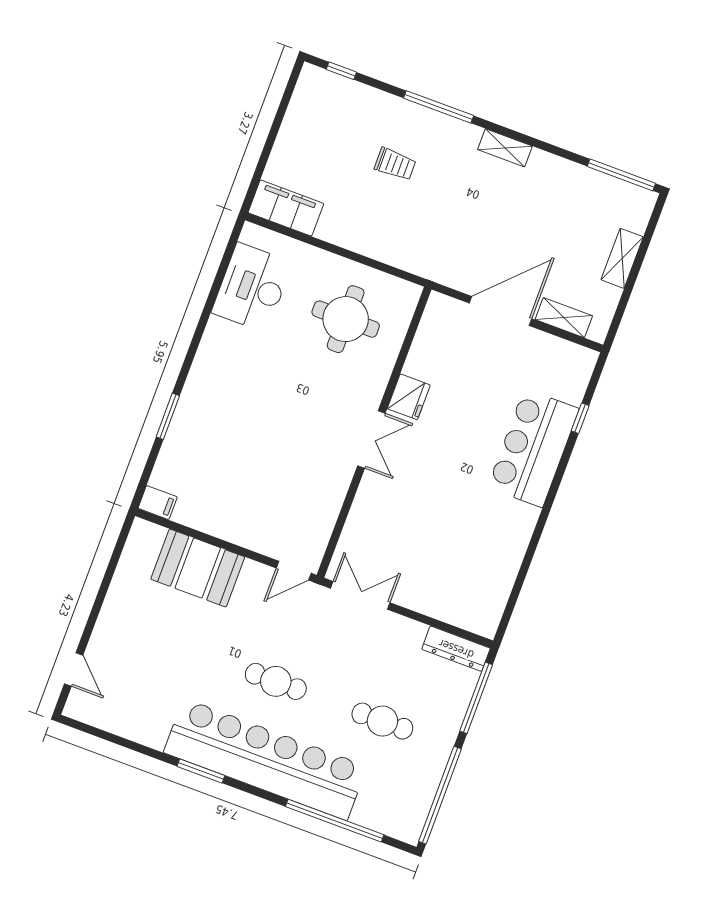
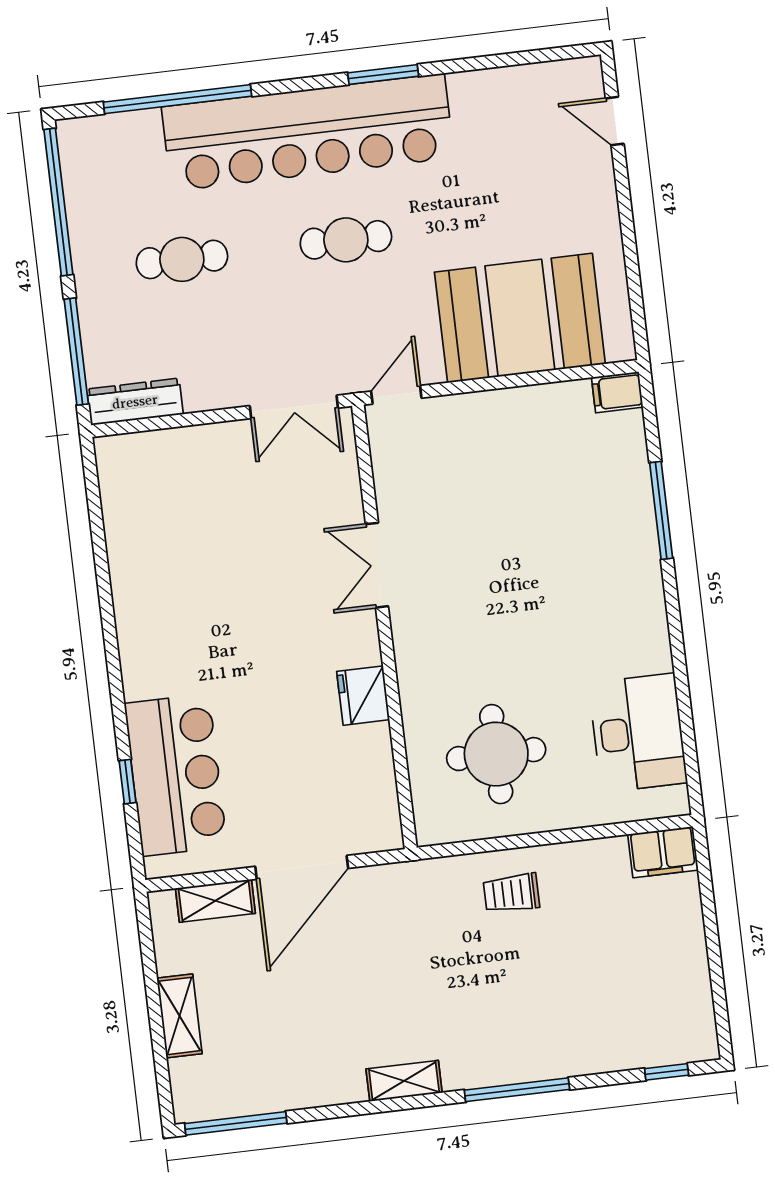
trolley: (395, 164) -> (511, 893), moved
filing cabinet: (286, 208) -> (663, 852), width x0.67, depth x0.86
window: (168, 416) -> (661, 510), width x1.44
double door: (371, 439) -> (377, 565), moved
bar counter: (533, 448) -> (176, 775), moved
booth: (198, 568) -> (520, 318), width x1.36, depth x1.42

